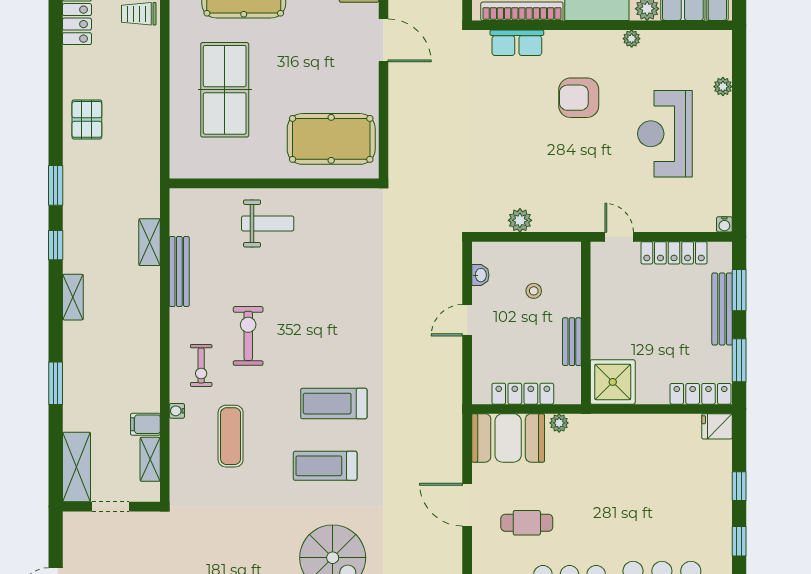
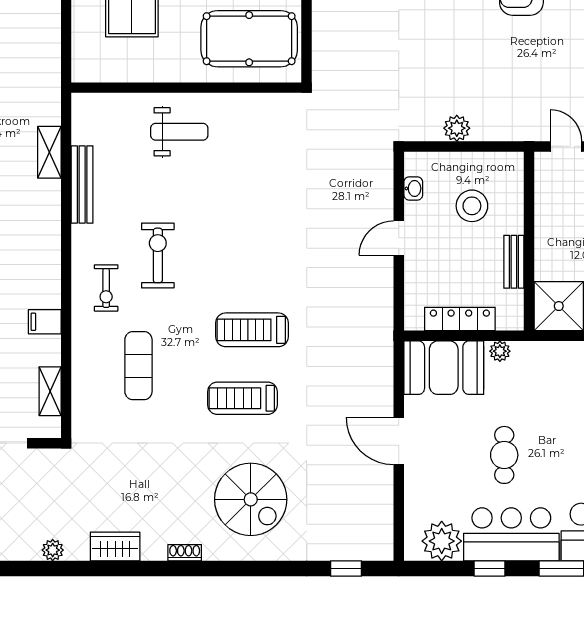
stool: (534, 291) -> (472, 206), width x1.89, depth x1.89
water cooler: (177, 411) -> (79, 338), removed
filing cabinet: (145, 424) -> (45, 322), moved
cafe table: (527, 523) -> (504, 455), moved, turned 90

